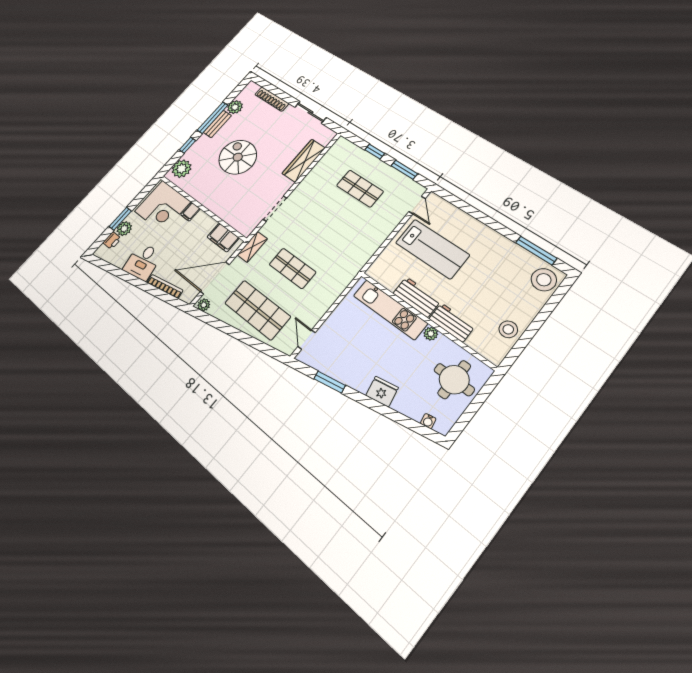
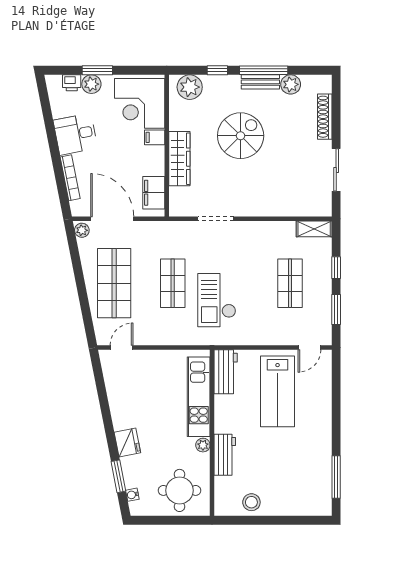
wardrobe: (304, 161) -> (179, 159), moved, turned 90
checkout: (330, 246) -> (217, 300), added
shelving: (252, 247) -> (314, 229), moved
stool: (544, 280) -> (314, 500), removed
workbench: (417, 297) -> (226, 372), moved
window: (330, 382) -> (118, 476), moved

